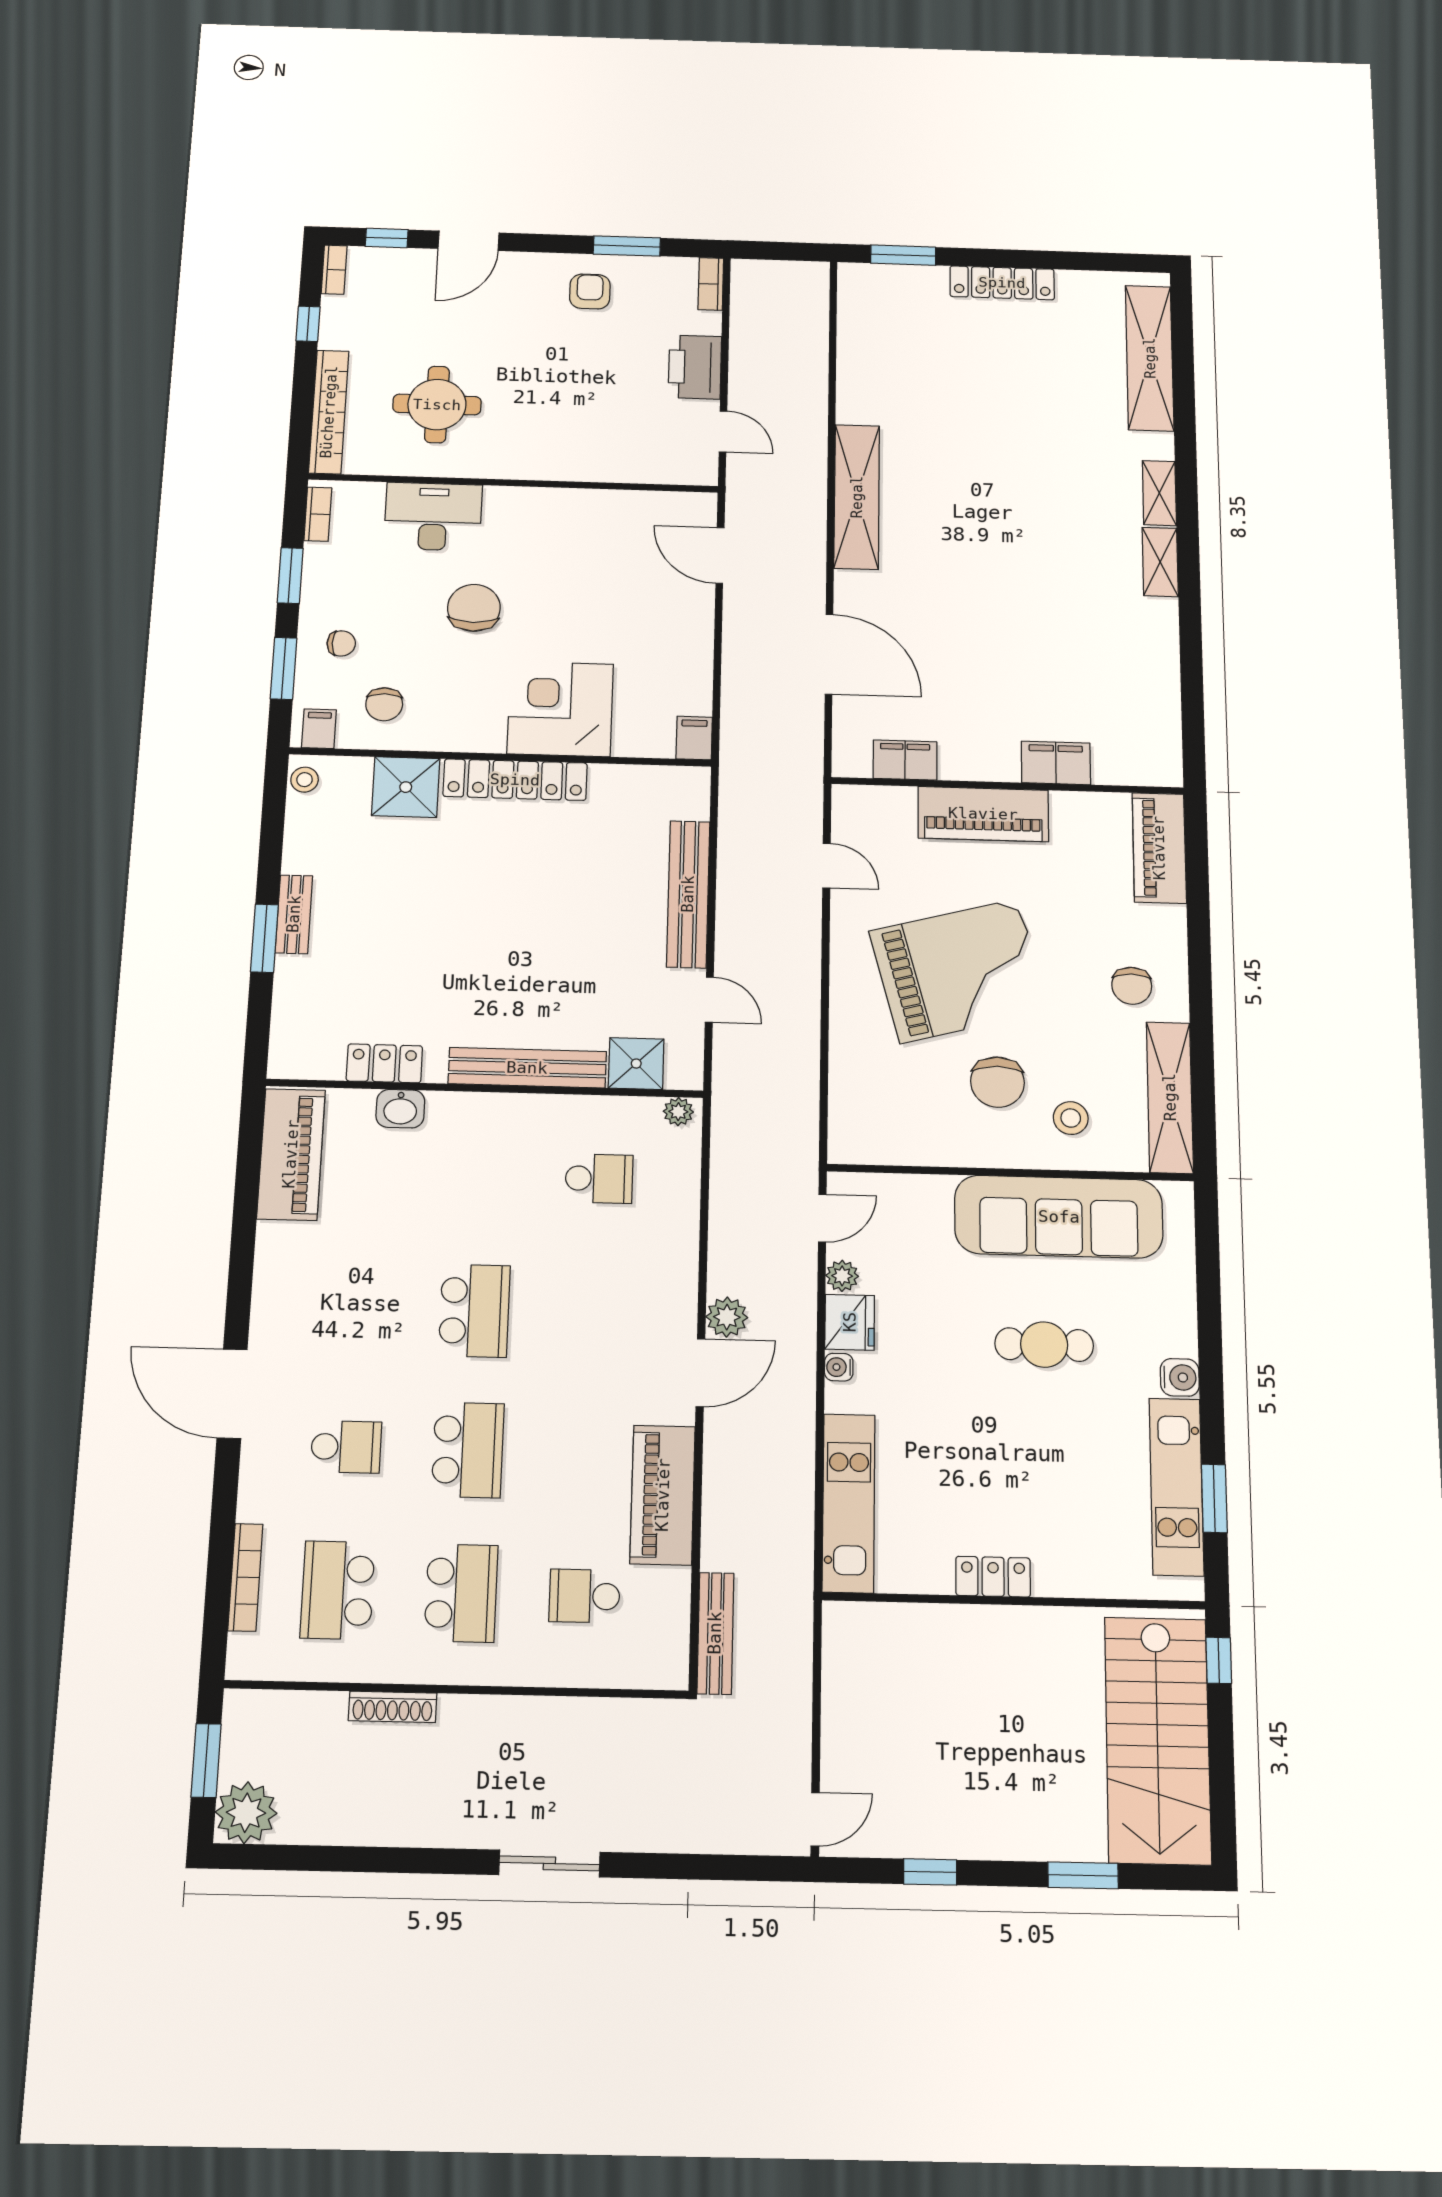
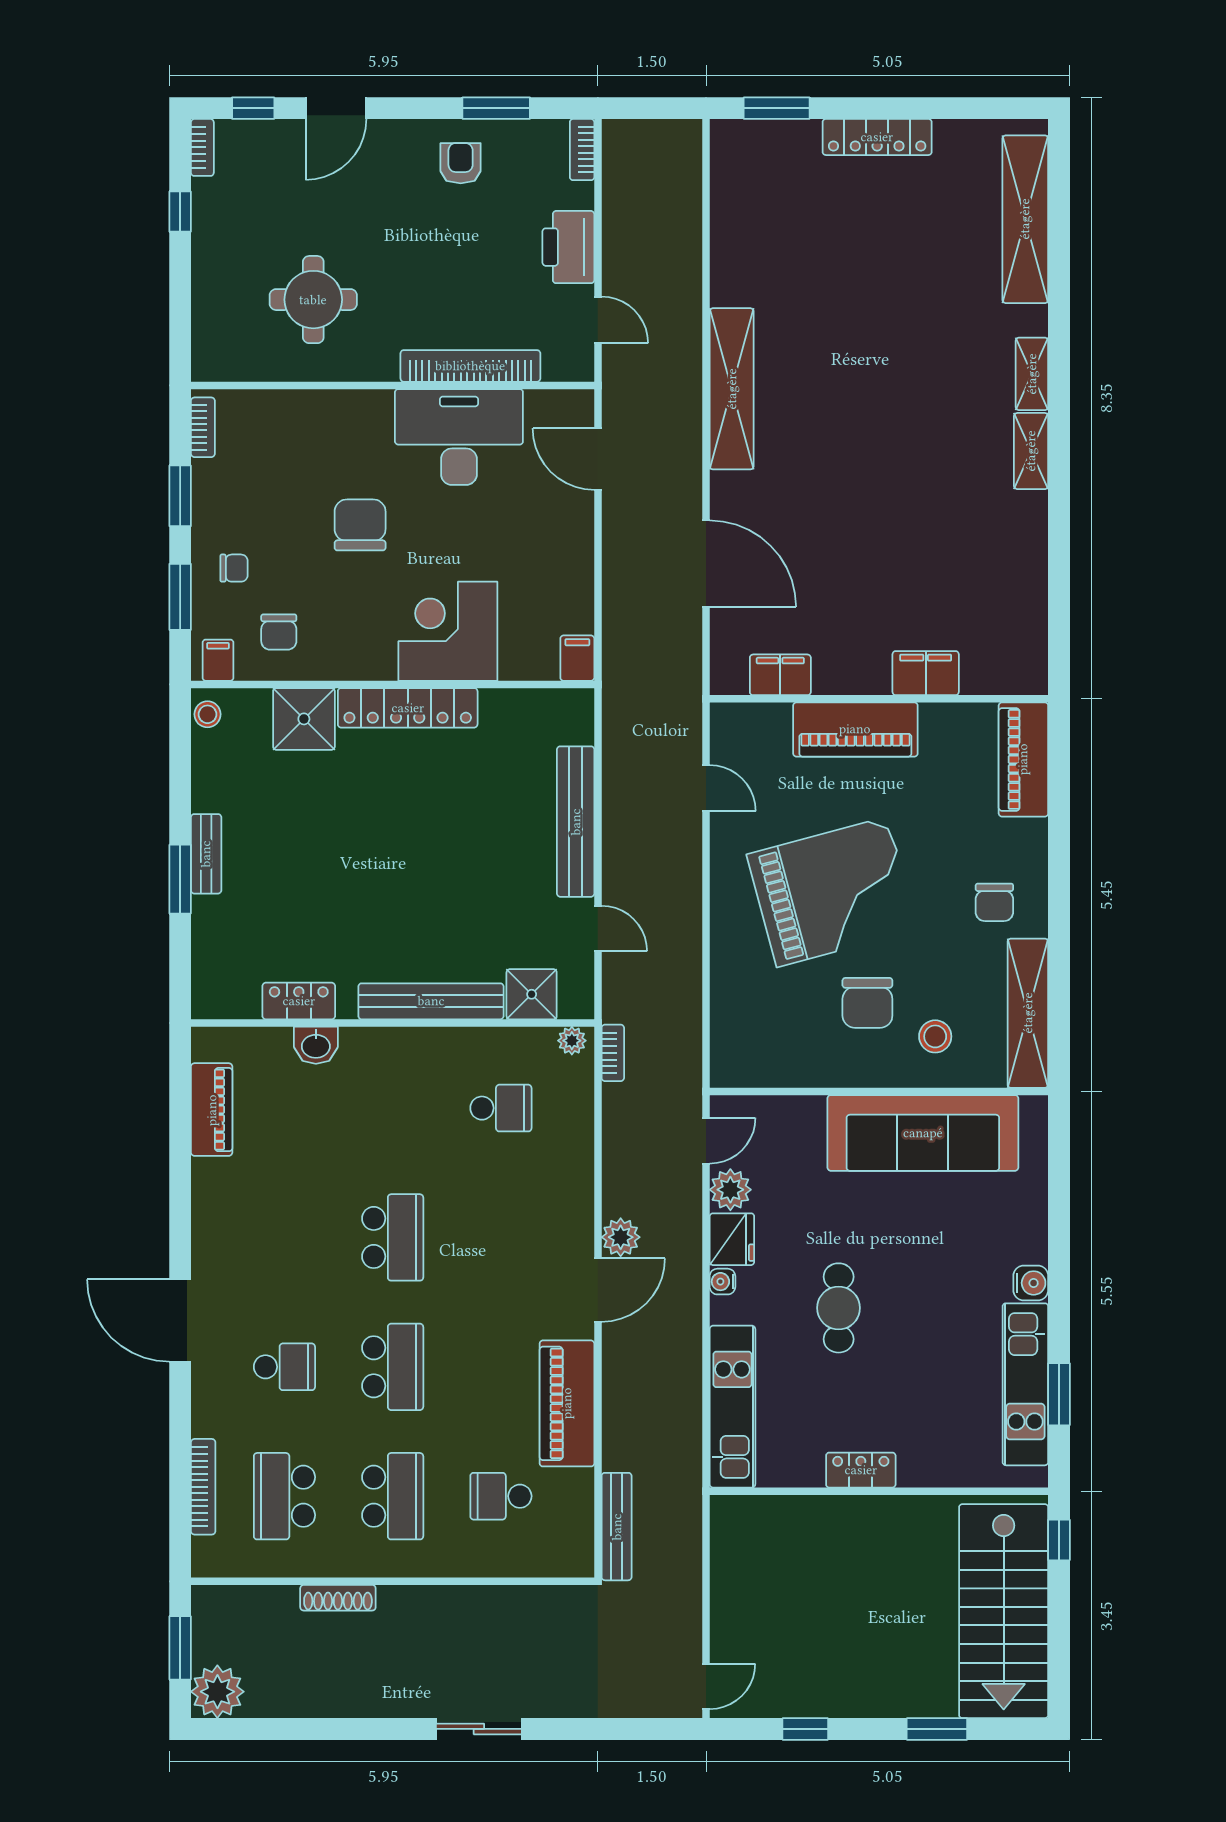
bookcase: (329, 412) -> (470, 366), moved, turned -90
desk: (433, 517) -> (459, 437), moved, width x1.36, depth x1.30
bookcase: (722, 1125) -> (613, 1053), added
piano: (291, 1154) -> (212, 1110), width x0.73, depth x0.75
plant: (842, 1276) -> (730, 1190), width x1.38, depth x1.38
cafe table: (1044, 1345) -> (839, 1308), moved, turned 90

